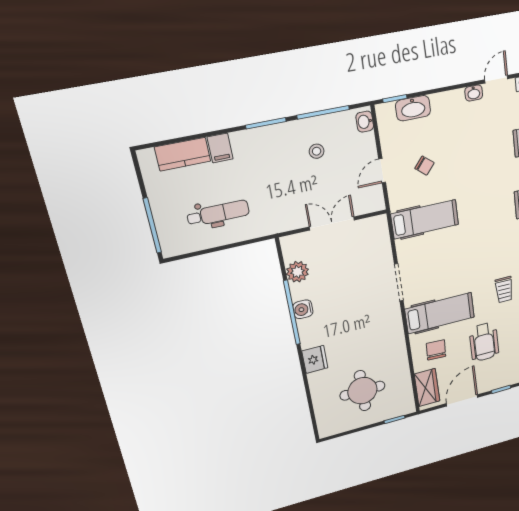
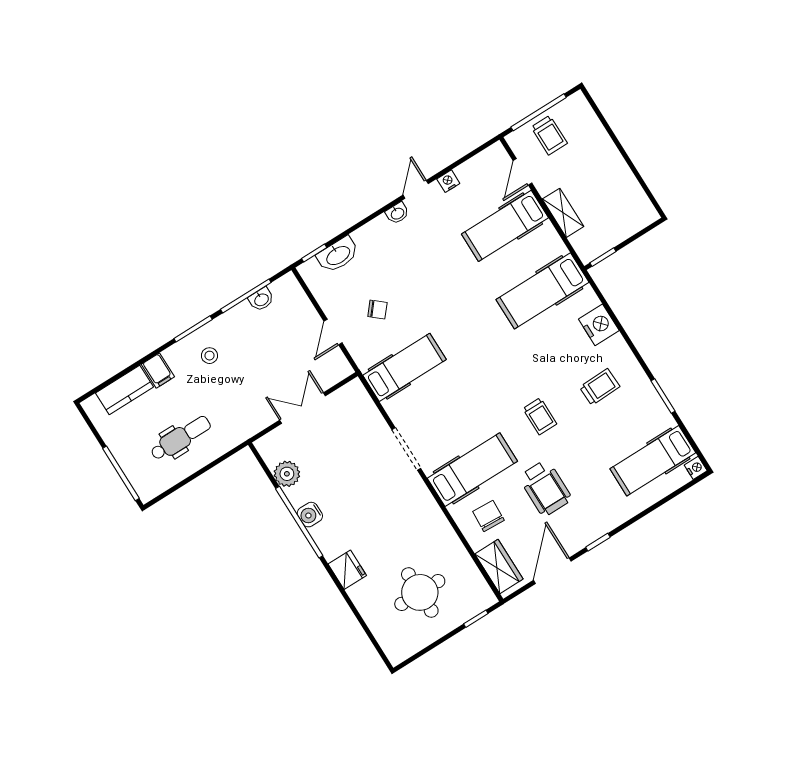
washbasin: (365, 122) -> (261, 299), moved, turned -90
stool: (317, 151) -> (209, 356), moved

